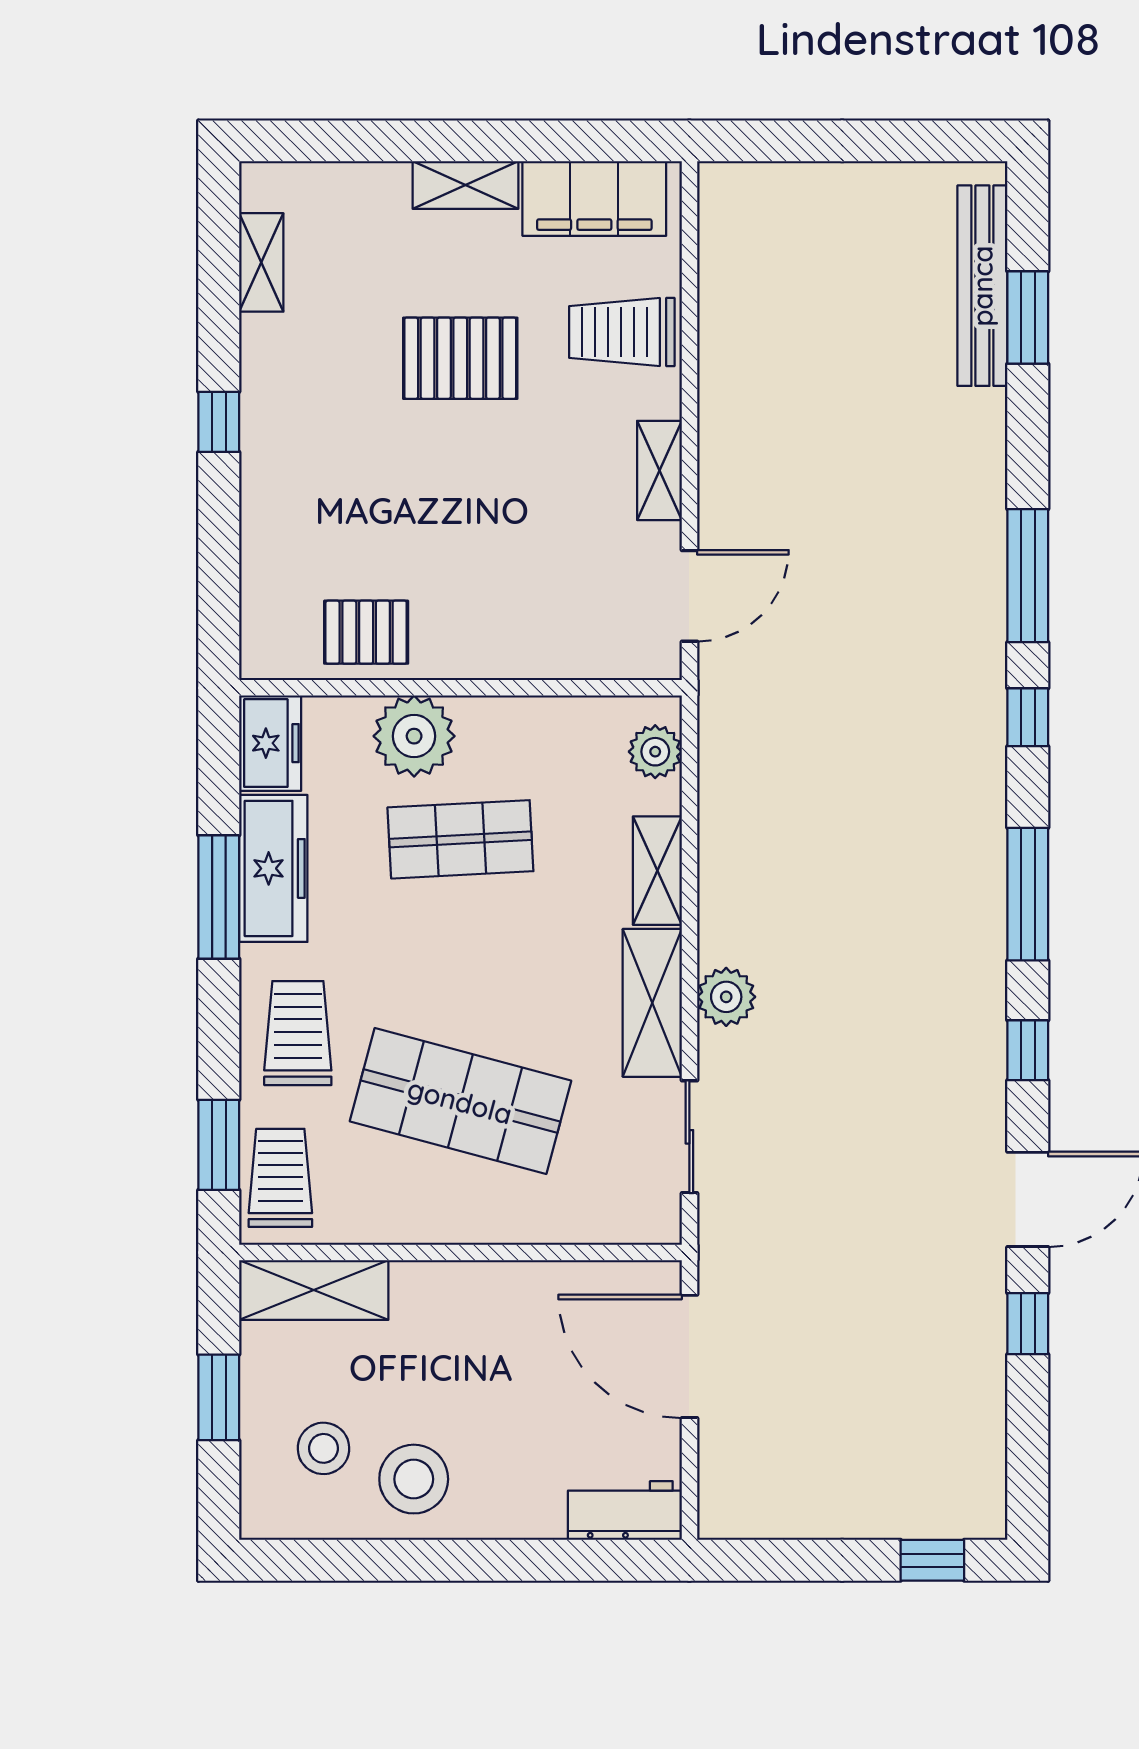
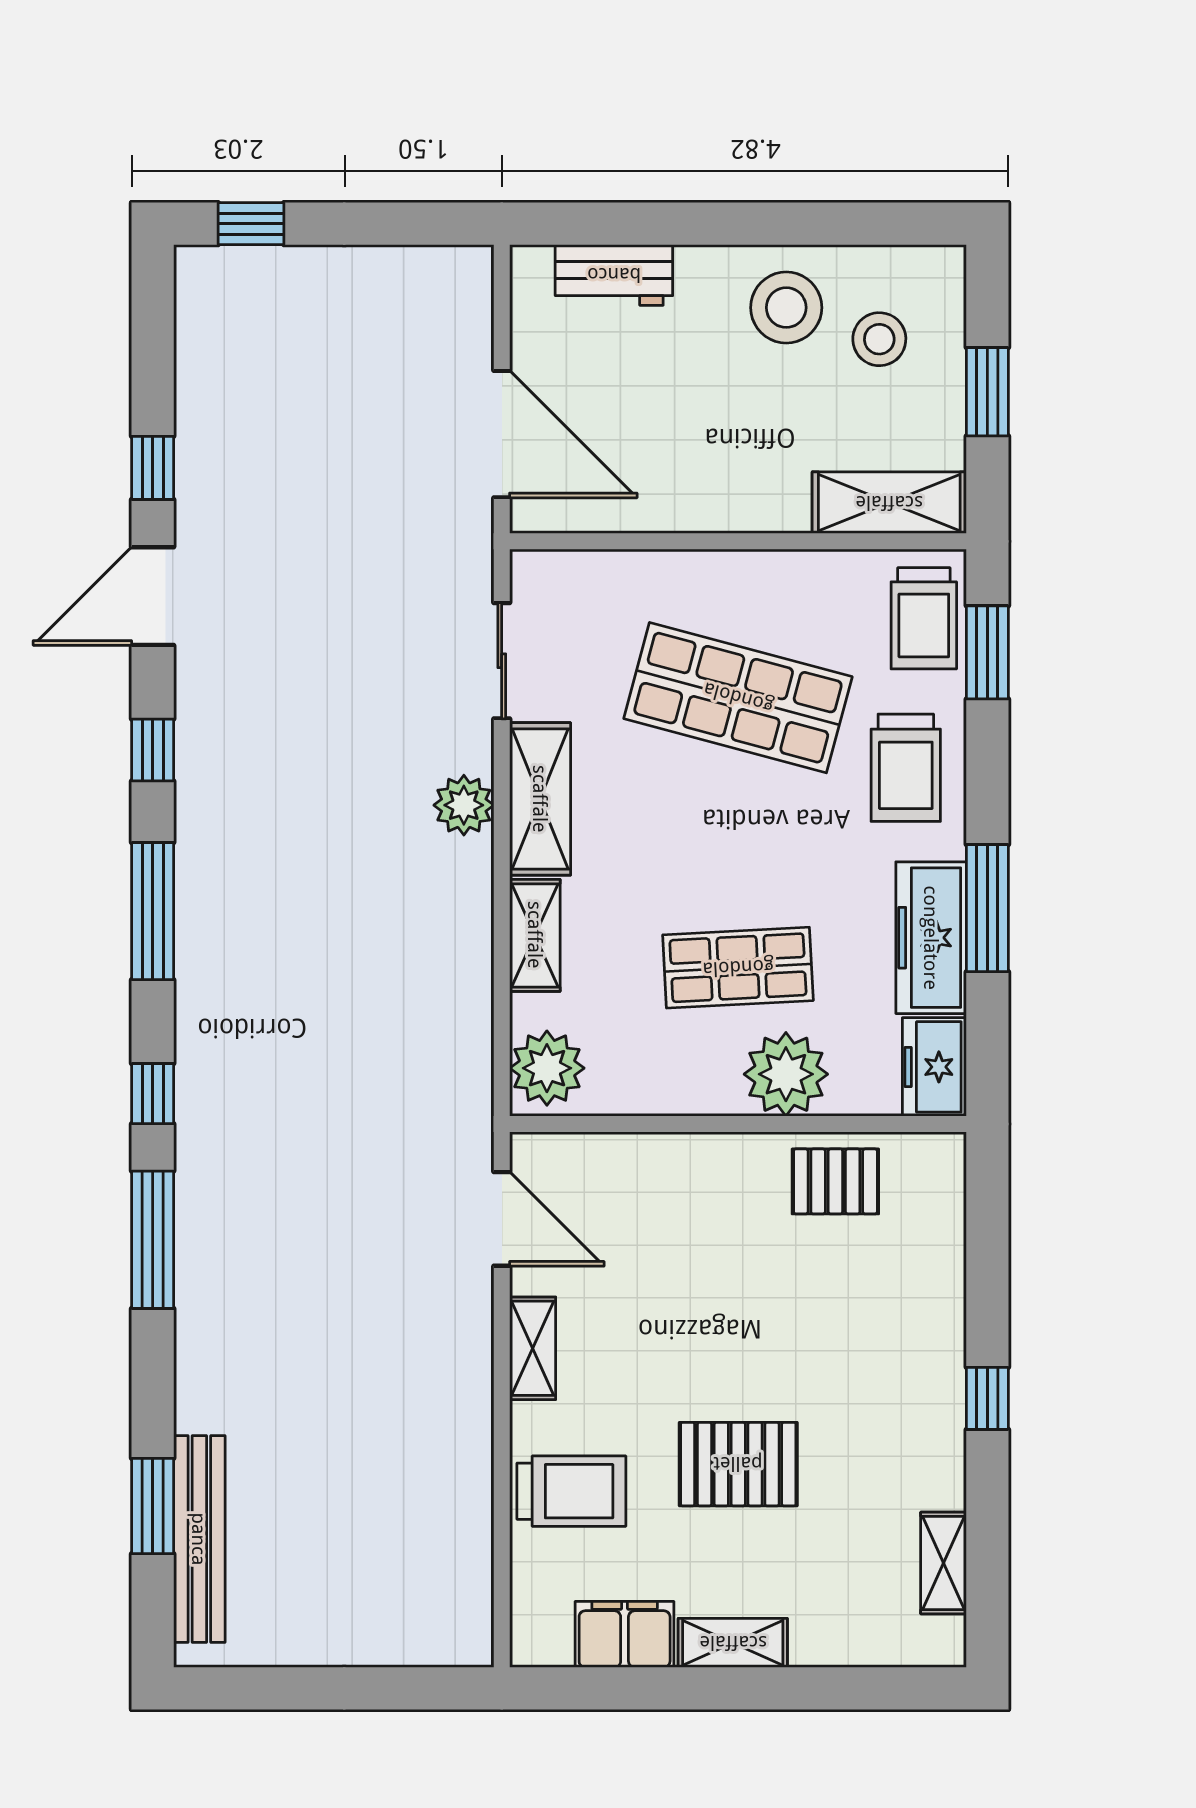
filing cabinet: (594, 199) -> (625, 1634), width x0.67, depth x0.86
door: (689, 596) -> (502, 1219), swing flipped
plant: (655, 752) -> (547, 1068), width x1.36, depth x1.36
workbench: (625, 1511) -> (614, 275), moved

